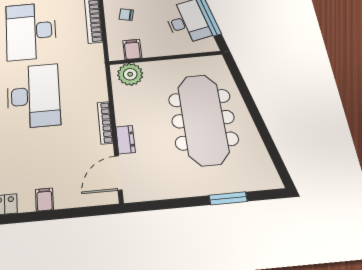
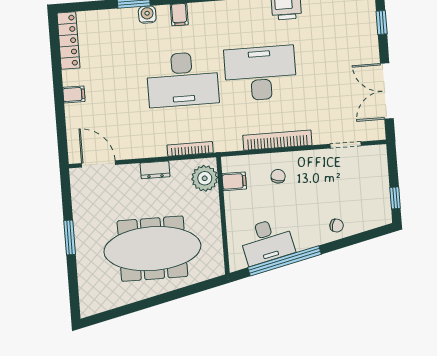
bookcase: (105, 123) -> (190, 149), moved
dresser: (125, 140) -> (155, 170), moved
window: (228, 198) -> (70, 237), moved

